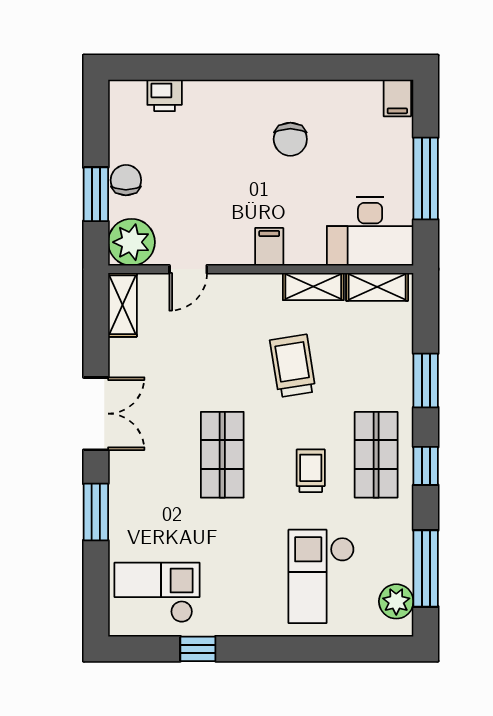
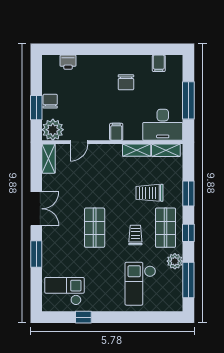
filing cabinet: (397, 98) -> (159, 63), moved
trolley: (293, 366) -> (150, 193), moved, turned -81
plant: (396, 601) -> (175, 261), moved

